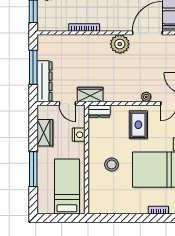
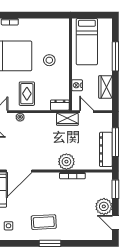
plant: (120, 44) -> (66, 162), moved
dresser: (44, 81) -> (106, 149), moved

